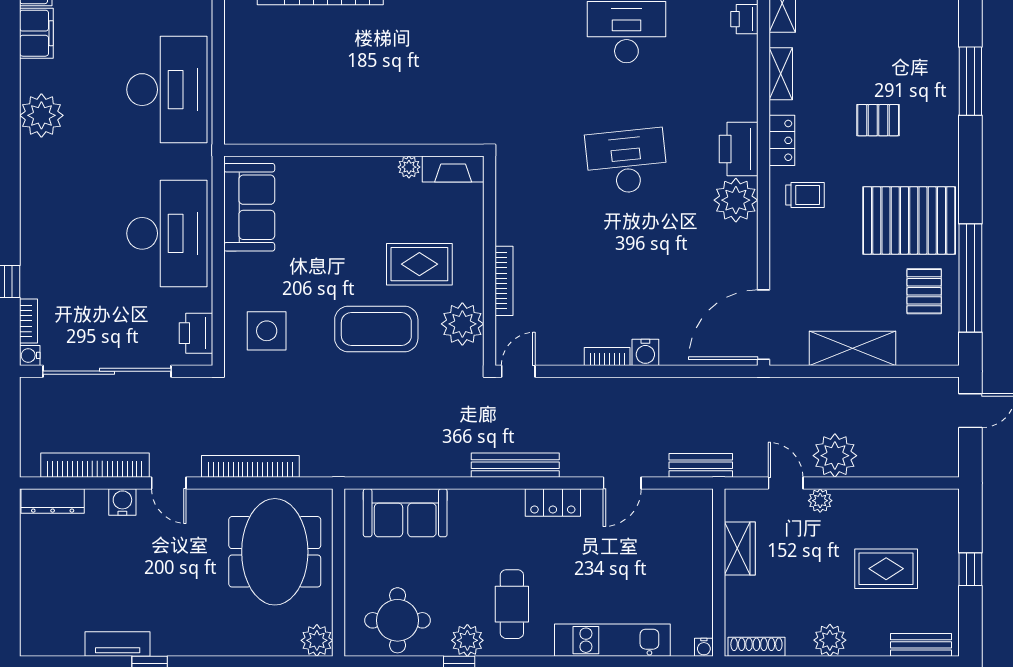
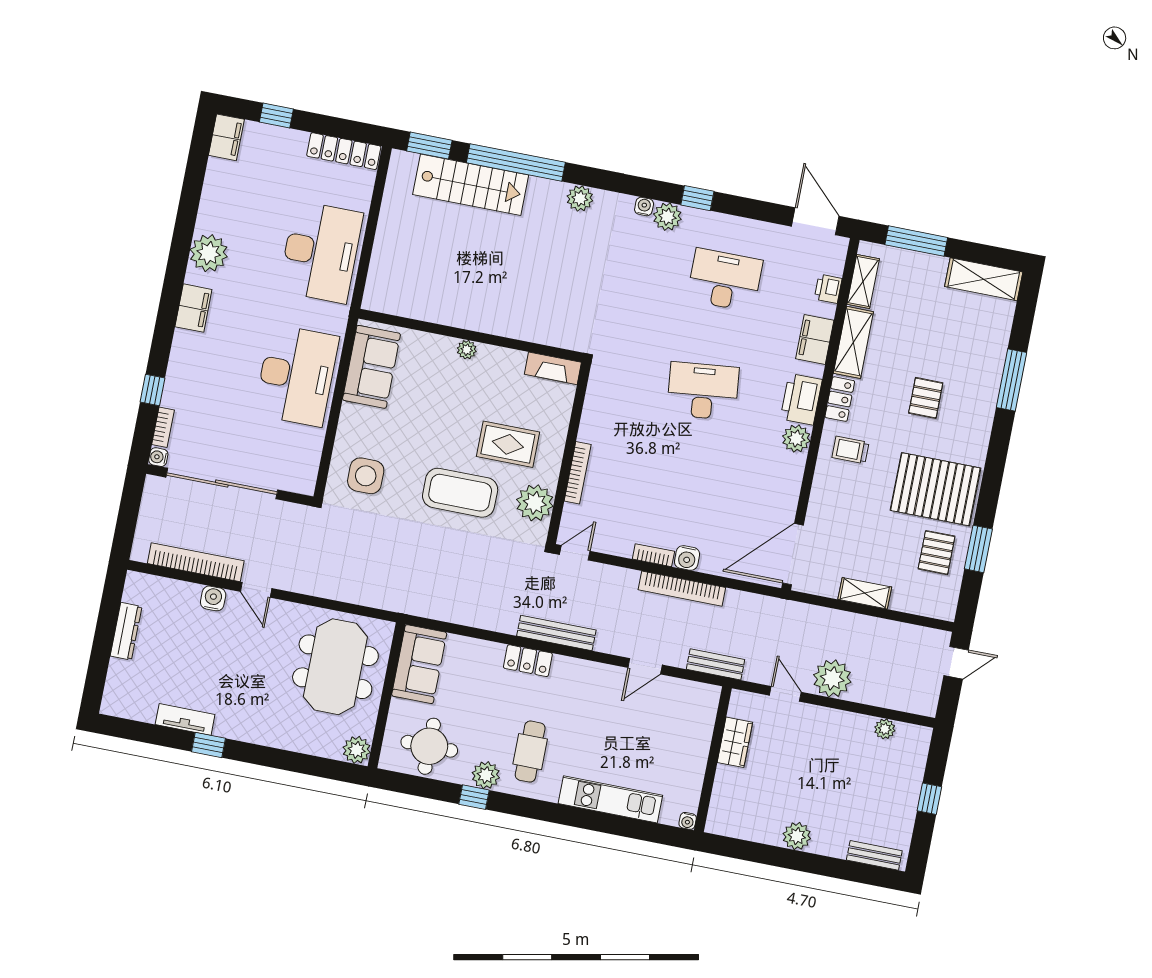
filing cabinet: (36, 33) -> (193, 308), moved
shelving: (781, 74) -> (853, 342), width x1.50, depth x1.33
filing cabinet: (741, 79) -> (815, 339), added
pallet: (878, 120) -> (926, 398), turned 90
plant: (409, 167) -> (467, 350), moved
trolley: (805, 195) -> (850, 450), turned 180
plant: (736, 200) -> (796, 439), width x0.73, depth x0.73
window: (970, 278) -> (978, 549), width x0.47
printer: (196, 333) -> (305, 466), removed
shelving: (853, 348) -> (865, 593), width x0.67, depth x0.75
bookcase: (250, 466) -> (682, 589), moved, turned 180
dresser: (53, 501) -> (126, 631), moved, turned -90
plant: (820, 501) -> (885, 729), moved
locker: (553, 503) -> (528, 661), moved
sofa: (405, 513) -> (419, 664), moved, turned -90
rug: (886, 569) -> (857, 784), removed
shoe rack: (756, 647) -> (733, 829), removed

